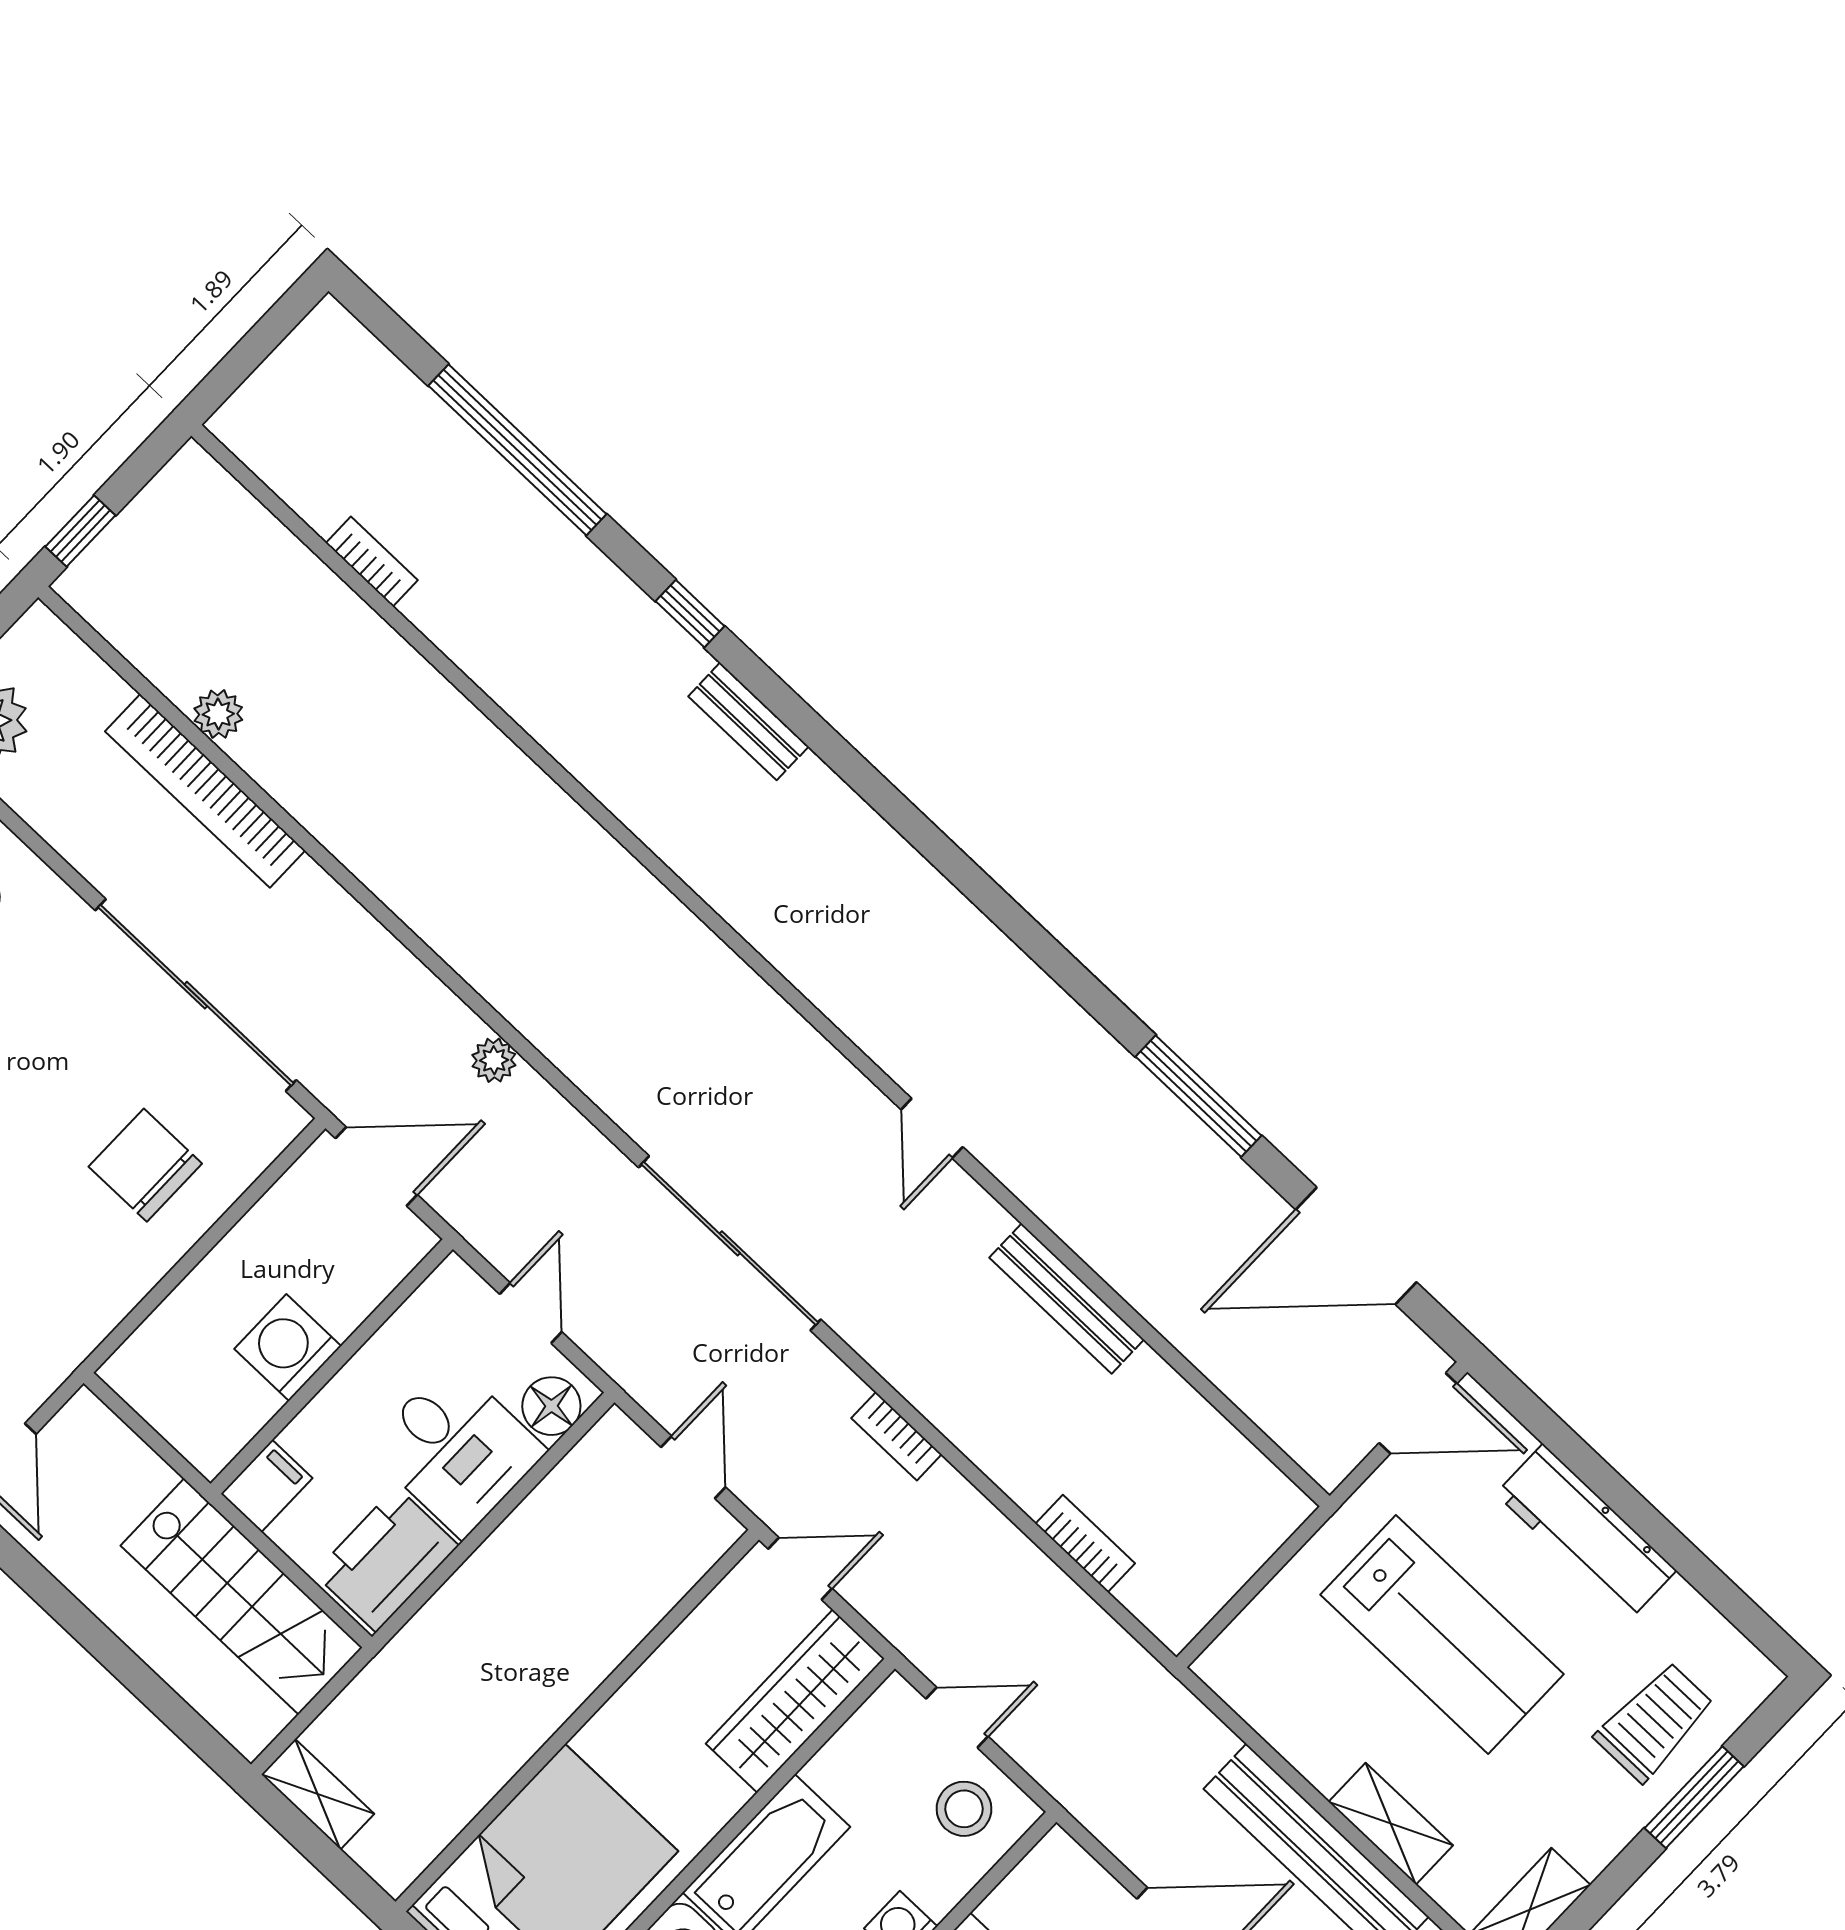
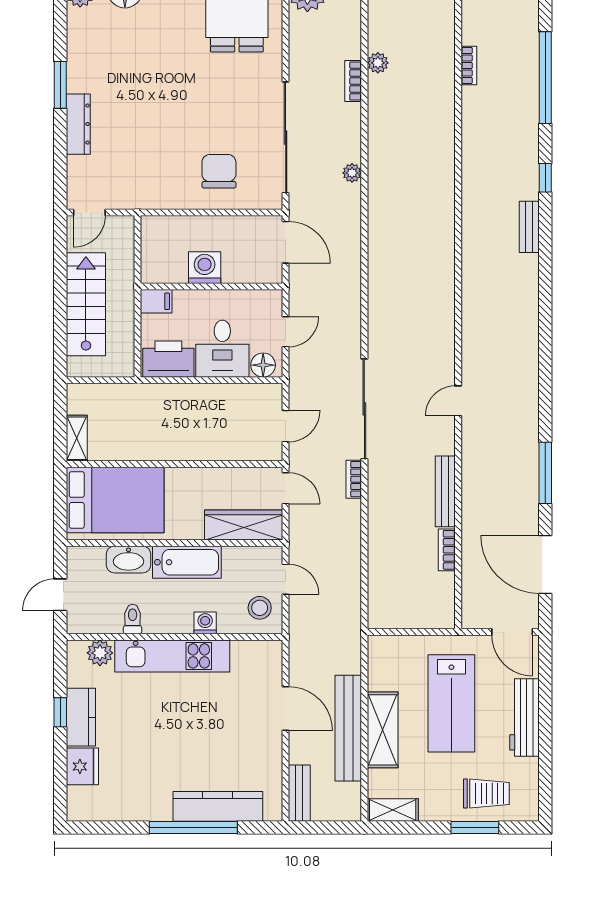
bookcase: (205, 791) -> (353, 81), width x0.43, depth x0.76
plant: (494, 1060) -> (352, 173), moved
sliding door: (730, 1243) -> (364, 409), moved
bookcase: (1085, 1544) -> (447, 550), moved, turned 180
stairs: (241, 1597) -> (86, 304), moved, turned 180
shelving: (318, 1794) -> (77, 438), moved
shelving: (1391, 1824) -> (383, 730), width x1.50, depth x1.33

